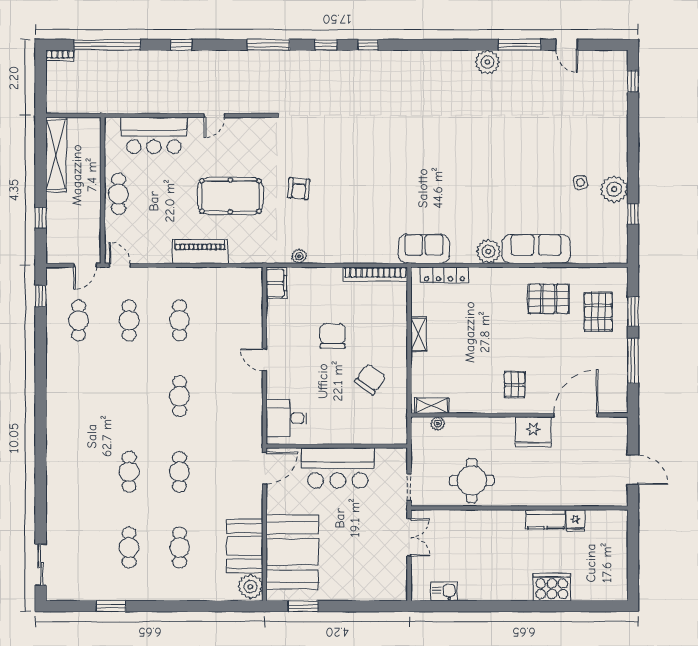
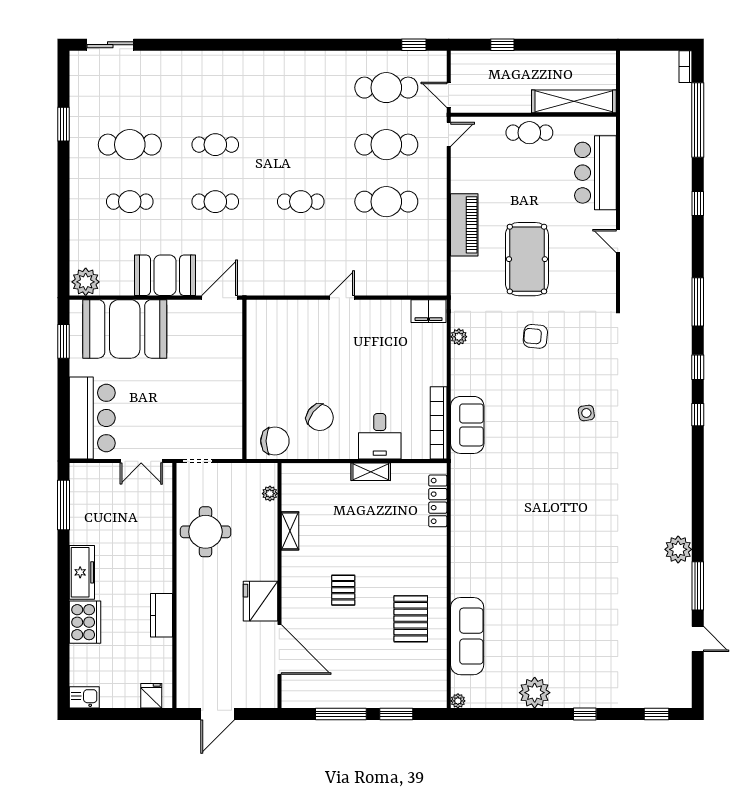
door: (567, 45) -> (698, 639), swing flipped
shelving: (56, 155) -> (574, 101), moved
side table: (580, 183) -> (586, 413), moved
window: (633, 214) -> (585, 714), moved
sofa: (424, 249) -> (467, 425), moved
sofa: (536, 249) -> (467, 636), moved
plant: (488, 251) -> (458, 701), moved, width x0.53, depth x0.53
pallet: (598, 312) -> (396, 675), removed
cafe table: (79, 320) -> (386, 88), width x1.37, depth x1.35
cafe table: (129, 320) -> (386, 145), width x1.37, depth x1.35
cafe table: (180, 320) -> (386, 202), width x1.37, depth x1.35
chair: (333, 336) -> (275, 441), moved
pallet: (515, 385) -> (343, 590), moved, turned 90
shelving: (432, 406) -> (290, 531), moved
desk: (286, 418) -> (380, 436), moved, turned 180
door: (264, 468) -> (220, 298), swing flipped
bar counter: (338, 468) -> (92, 418), moved, turned 180
fridge: (575, 521) -> (151, 696), moved, turned 90
booth: (245, 546) -> (165, 275), moved
cafe table: (129, 547) -> (130, 145), width x1.37, depth x1.35
freezer: (508, 590) -> (82, 572), added
kitchen sink: (444, 591) -> (84, 697), moved, turned -90
window: (448, 606) -> (64, 505), added

